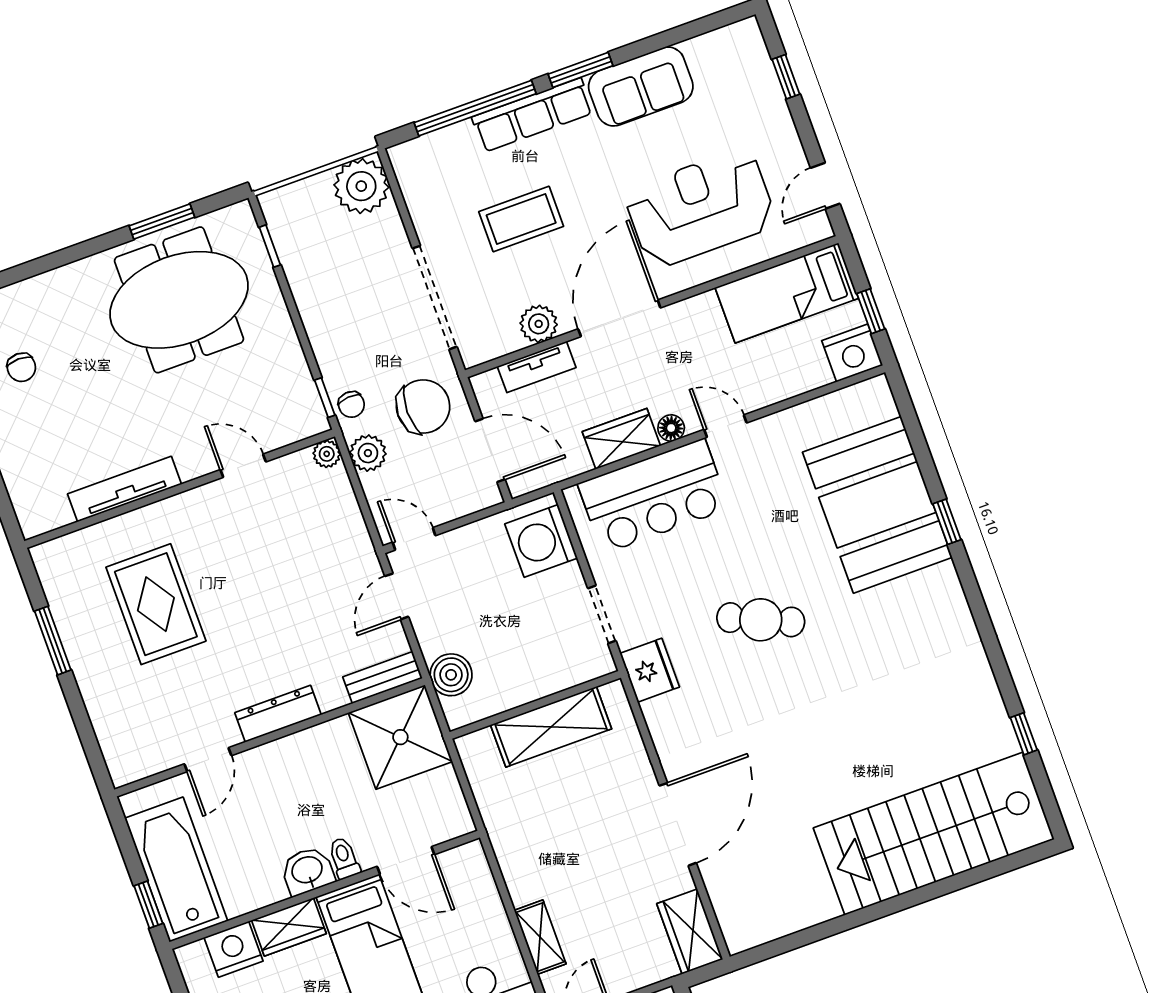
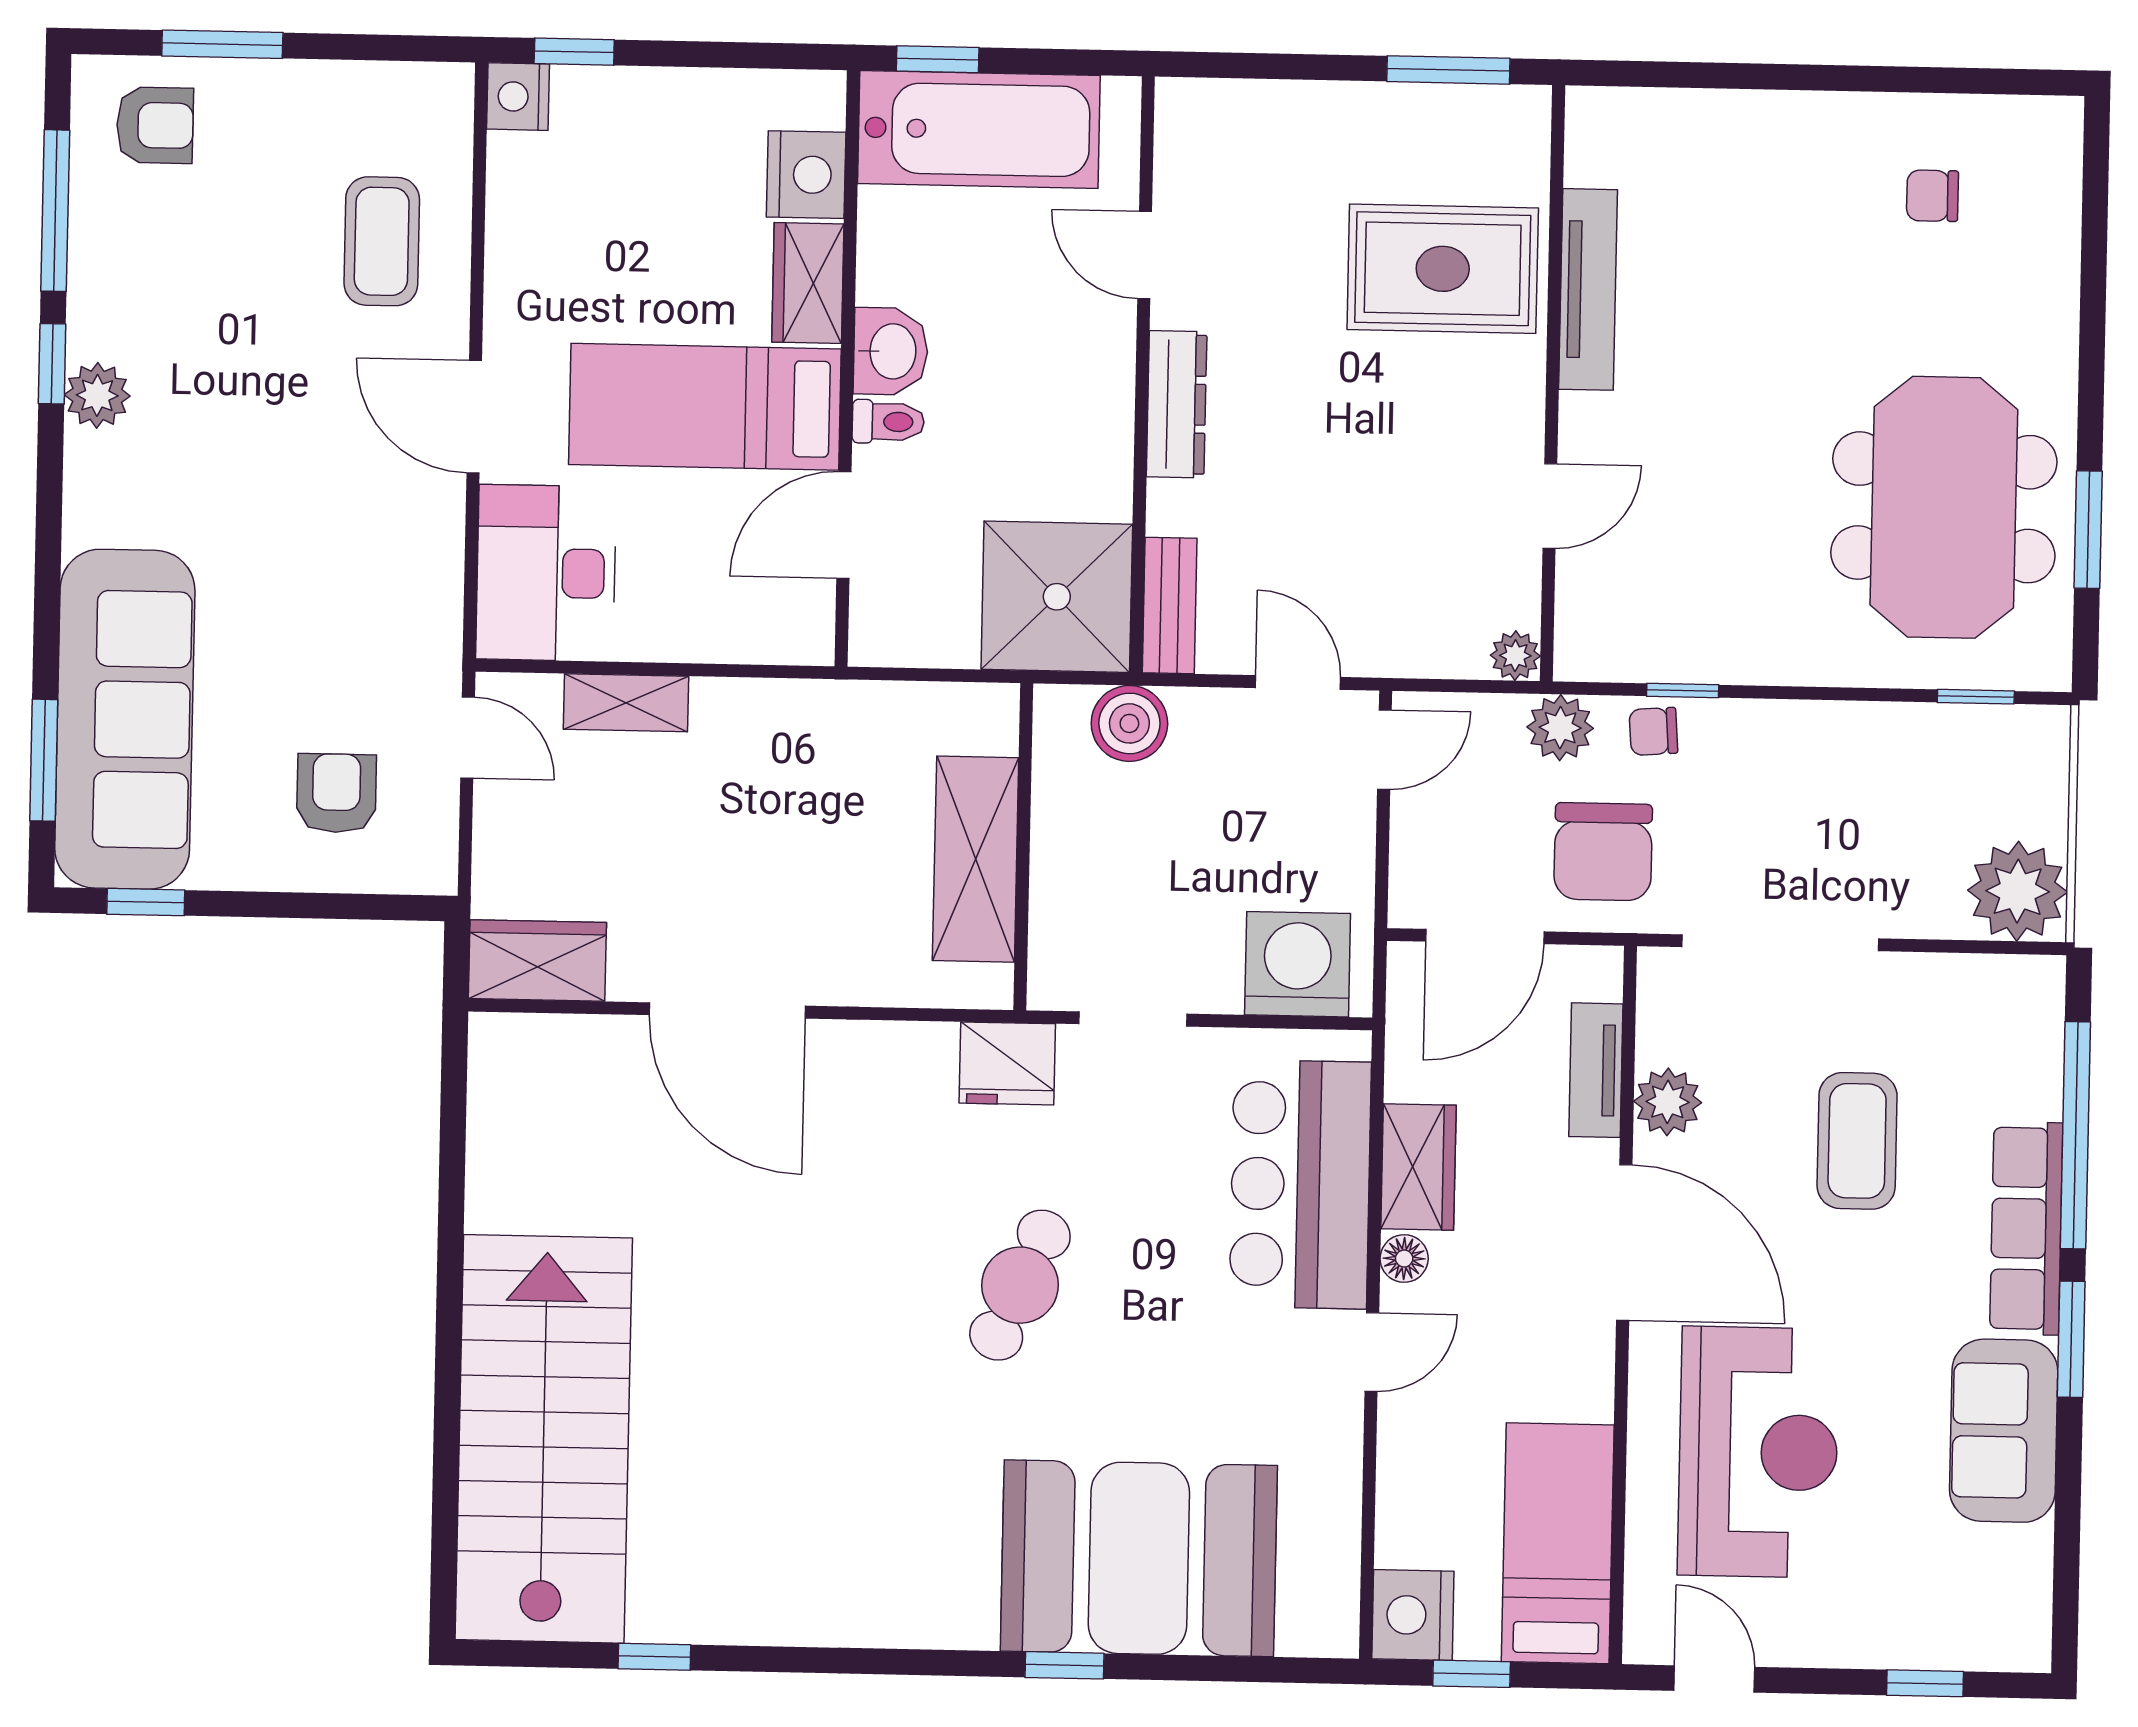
plant: (327, 454) -> (1515, 656), moved
door: (243, 466) -> (1550, 506), moved
tv unit: (124, 489) -> (1588, 289), moved
wall: (180, 489) -> (1552, 383), moved

